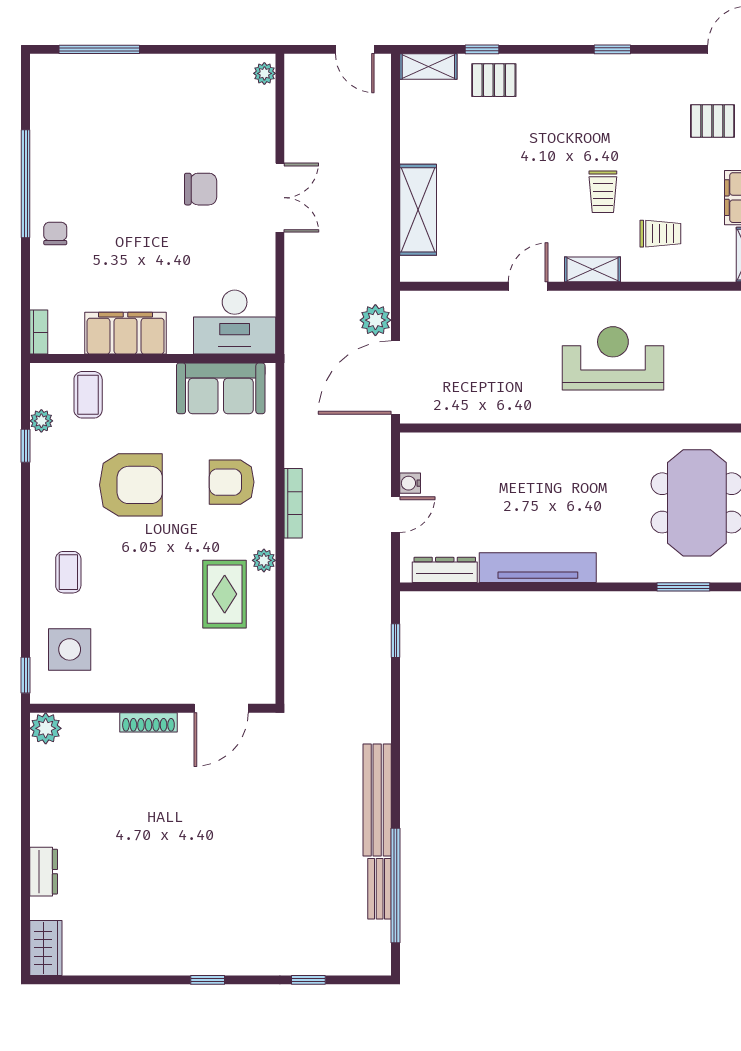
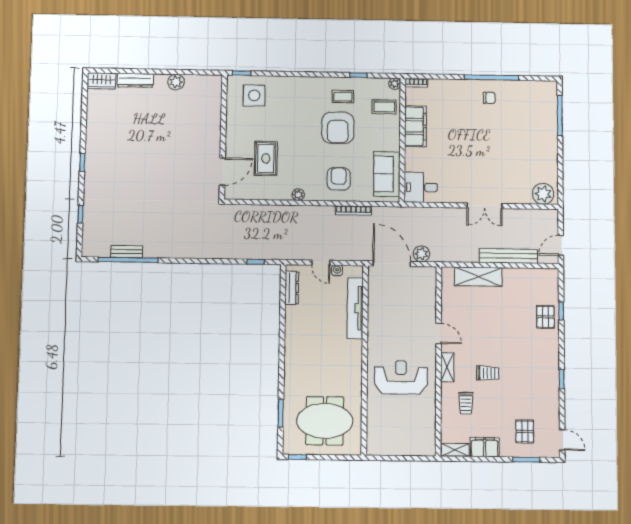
shelving: (428, 67) -> (552, 283), removed
plant: (264, 73) -> (543, 194), width x1.88, depth x1.88
chair: (201, 189) -> (489, 166), removed
trolley: (603, 192) -> (488, 373), turned 180
chair: (55, 234) -> (489, 98), moved
desk: (235, 322) -> (421, 187), width x0.73
reception desk: (613, 358) -> (401, 377), turned -90
plant: (41, 421) -> (395, 84), moved
bookcase: (293, 503) -> (353, 211), moved
tv unit: (538, 568) -> (355, 308), moved, turned 180
coffee table: (68, 572) -> (343, 97), moved
rug: (225, 594) -> (266, 158), moved, turned 90
door: (221, 708) -> (222, 172), swing flipped
shoe rack: (148, 722) -> (216, 135), removed
plant: (46, 728) -> (176, 82), moved
bench: (377, 800) -> (508, 256), moved
dresser: (44, 872) -> (135, 80), width x1.44

